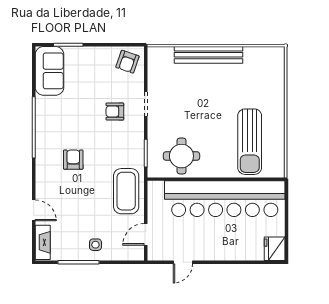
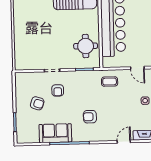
bench: (208, 55) -> (19, 30), removed
armchair: (127, 62) -> (37, 103), moved
sofa: (50, 71) -> (55, 133), moved
coffee table: (126, 191) -> (110, 82), width x0.54, depth x0.58

